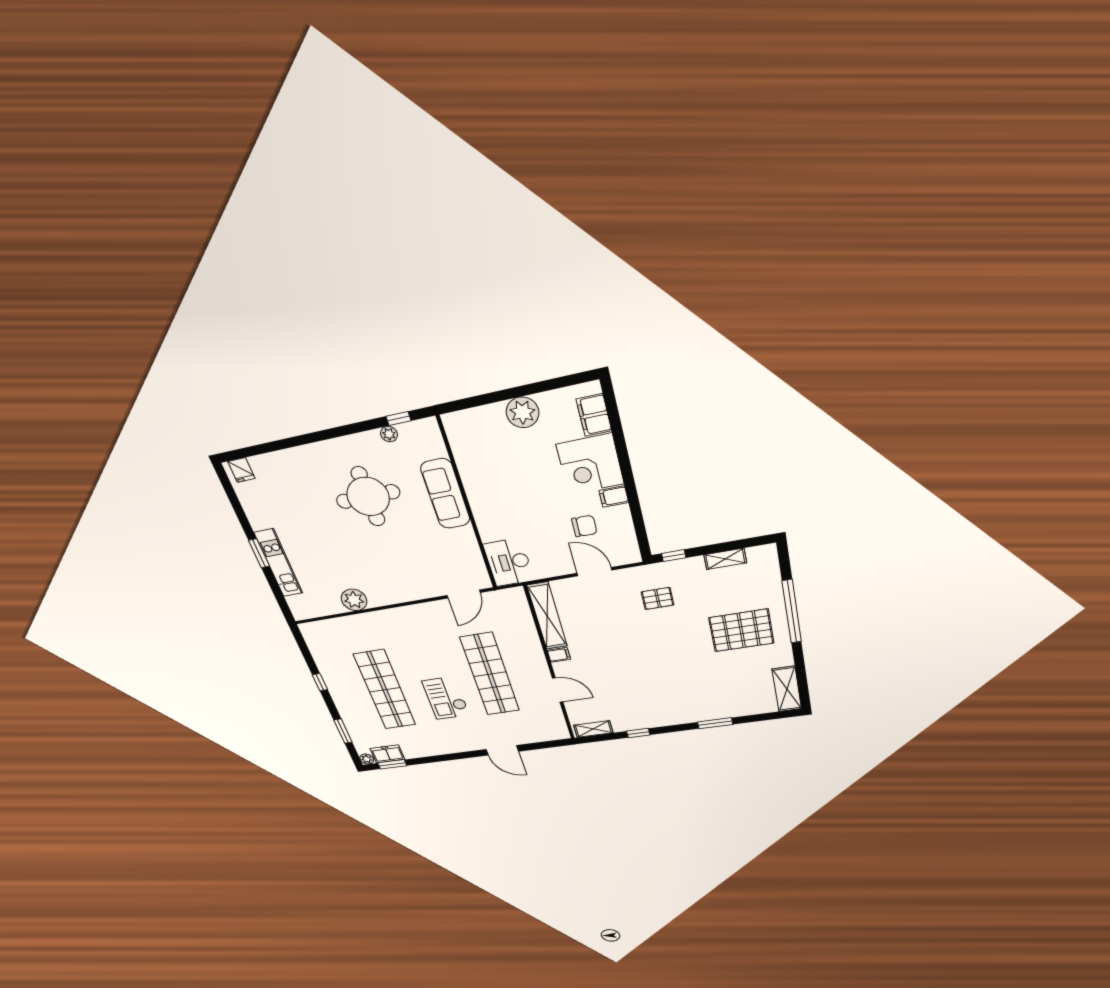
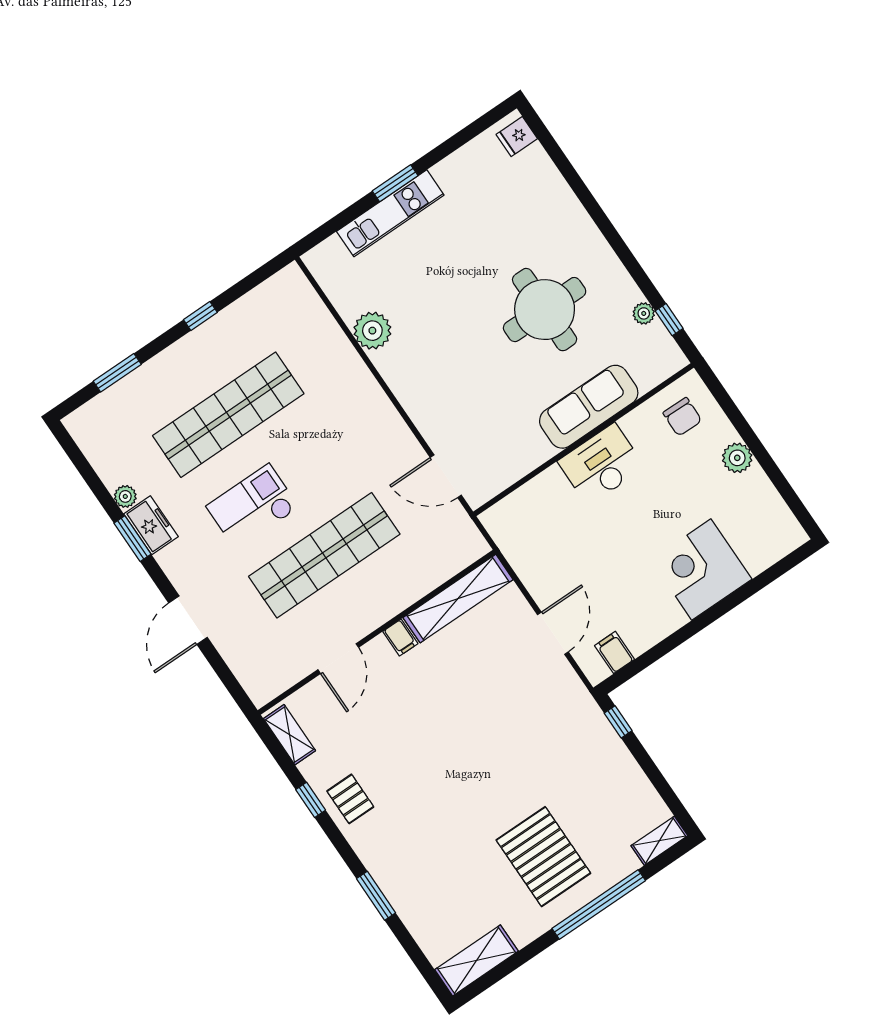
plant: (523, 412) -> (737, 458), width x0.73, depth x0.73
filing cabinet: (594, 415) -> (765, 550), removed
filing cabinet: (614, 496) -> (615, 652), moved
chair: (584, 526) -> (682, 417), moved
shelving: (725, 559) -> (659, 841), moved, turned 90
desk: (509, 562) -> (601, 464), moved
pallet: (658, 598) -> (350, 799), moved
freezer: (387, 754) -> (151, 525), moved
plant: (367, 759) -> (125, 496), moved
window: (392, 764) -> (132, 539), moved

